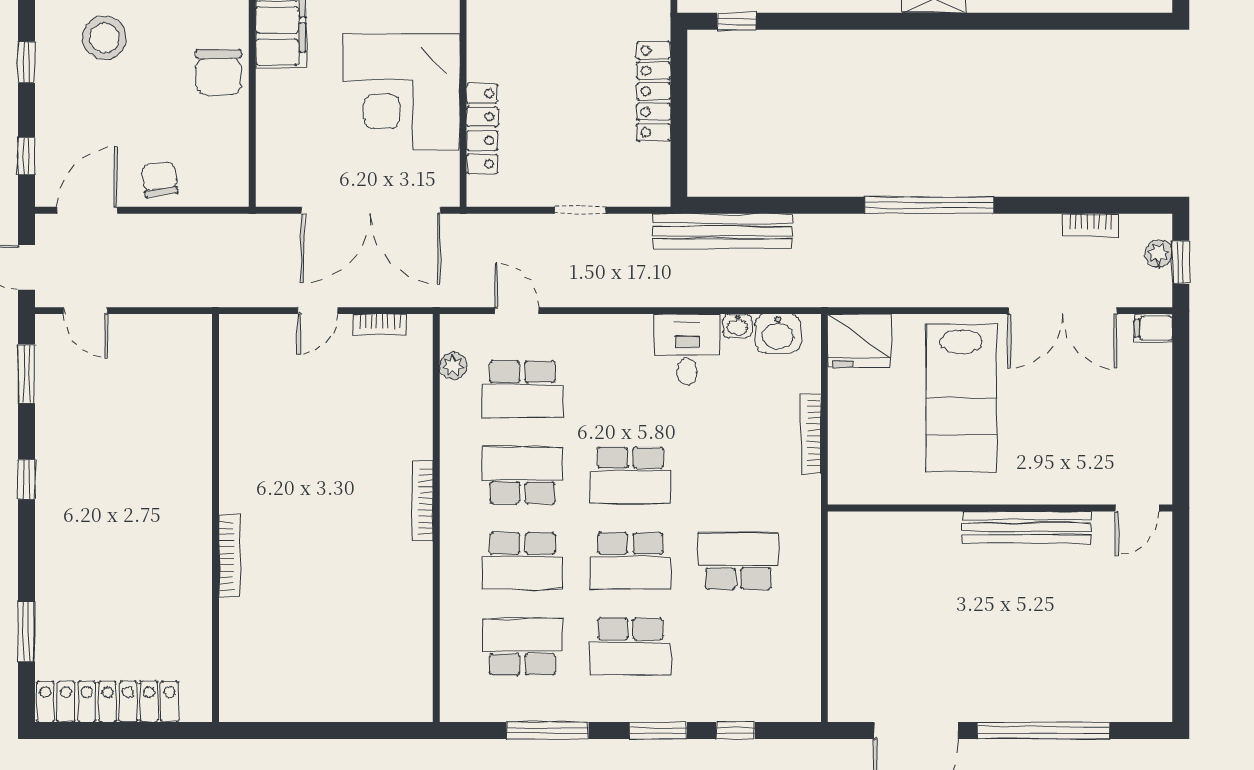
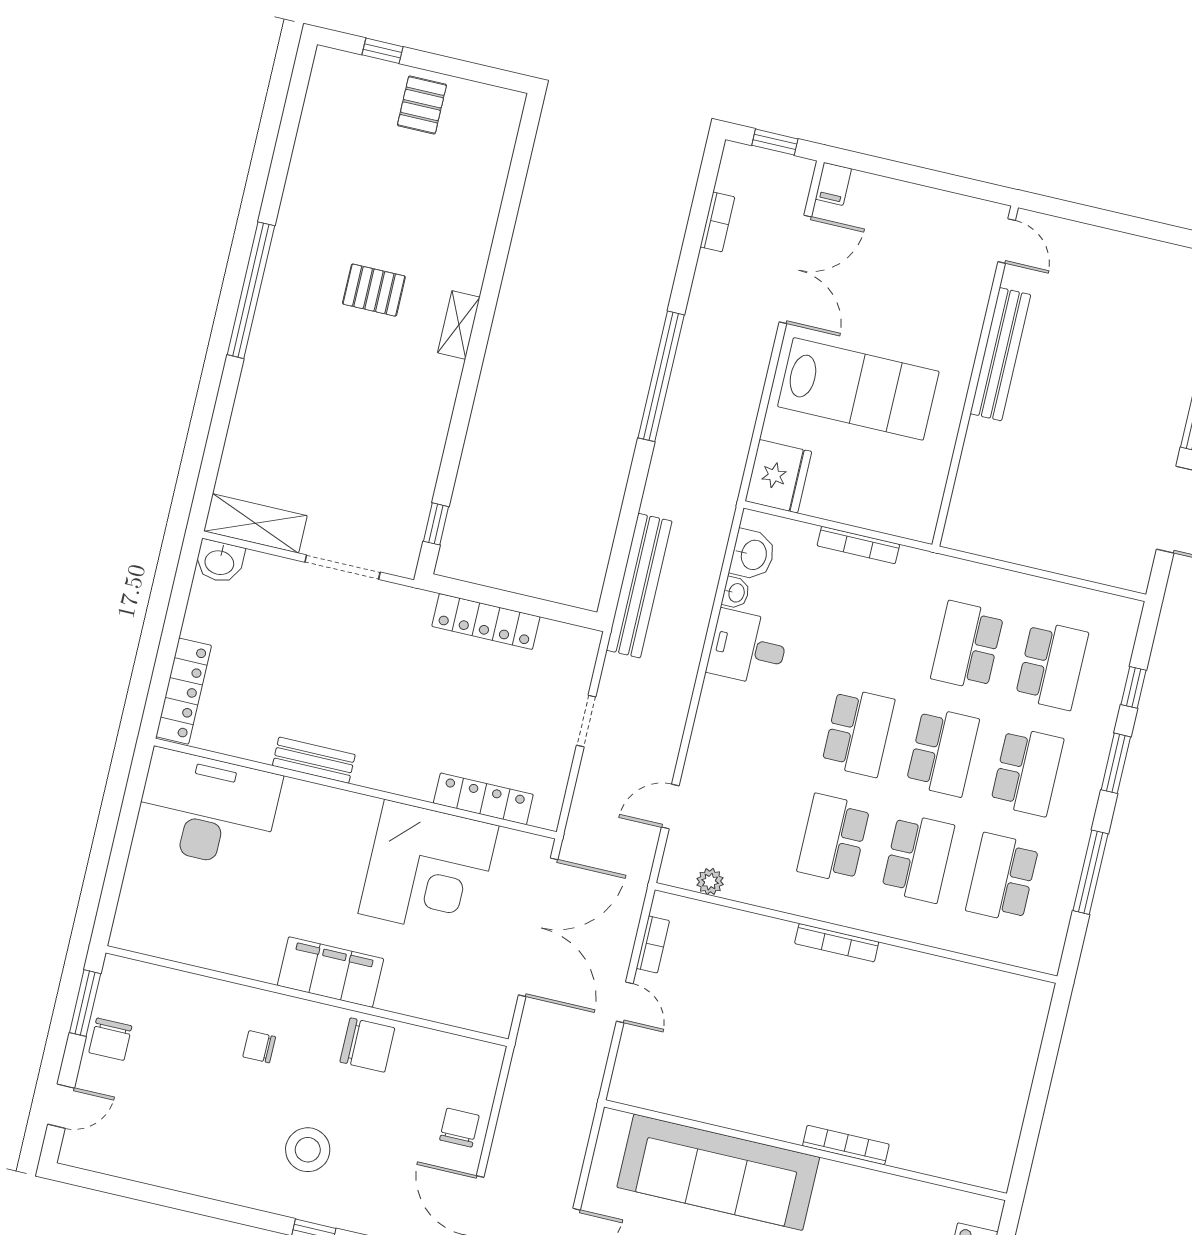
chair: (160, 179) -> (459, 1128), turned 98
plant: (1159, 254) -> (761, 162), removed
school desk: (522, 389) -> (1052, 665), moved
sofa: (175, 439) -> (718, 1172), added

